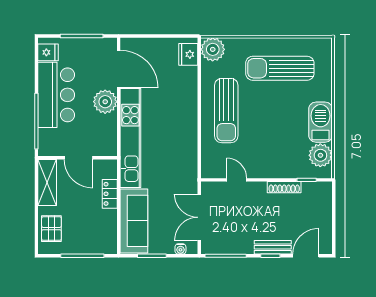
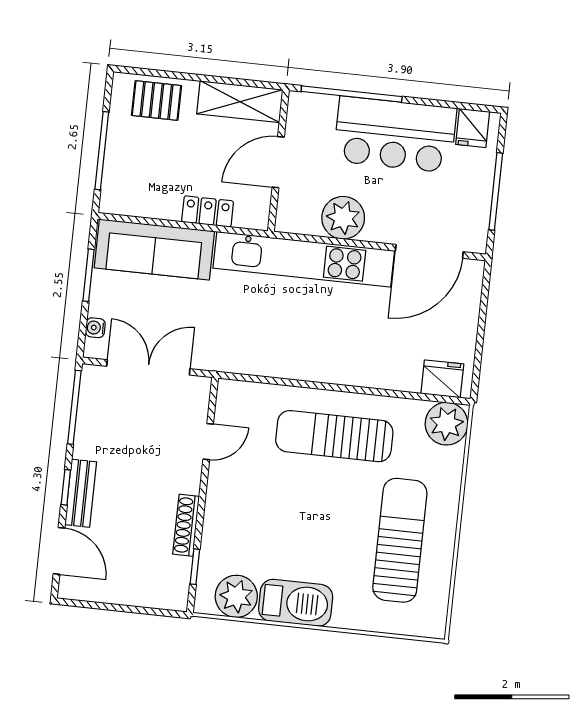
plant: (105, 102) -> (343, 218), moved

